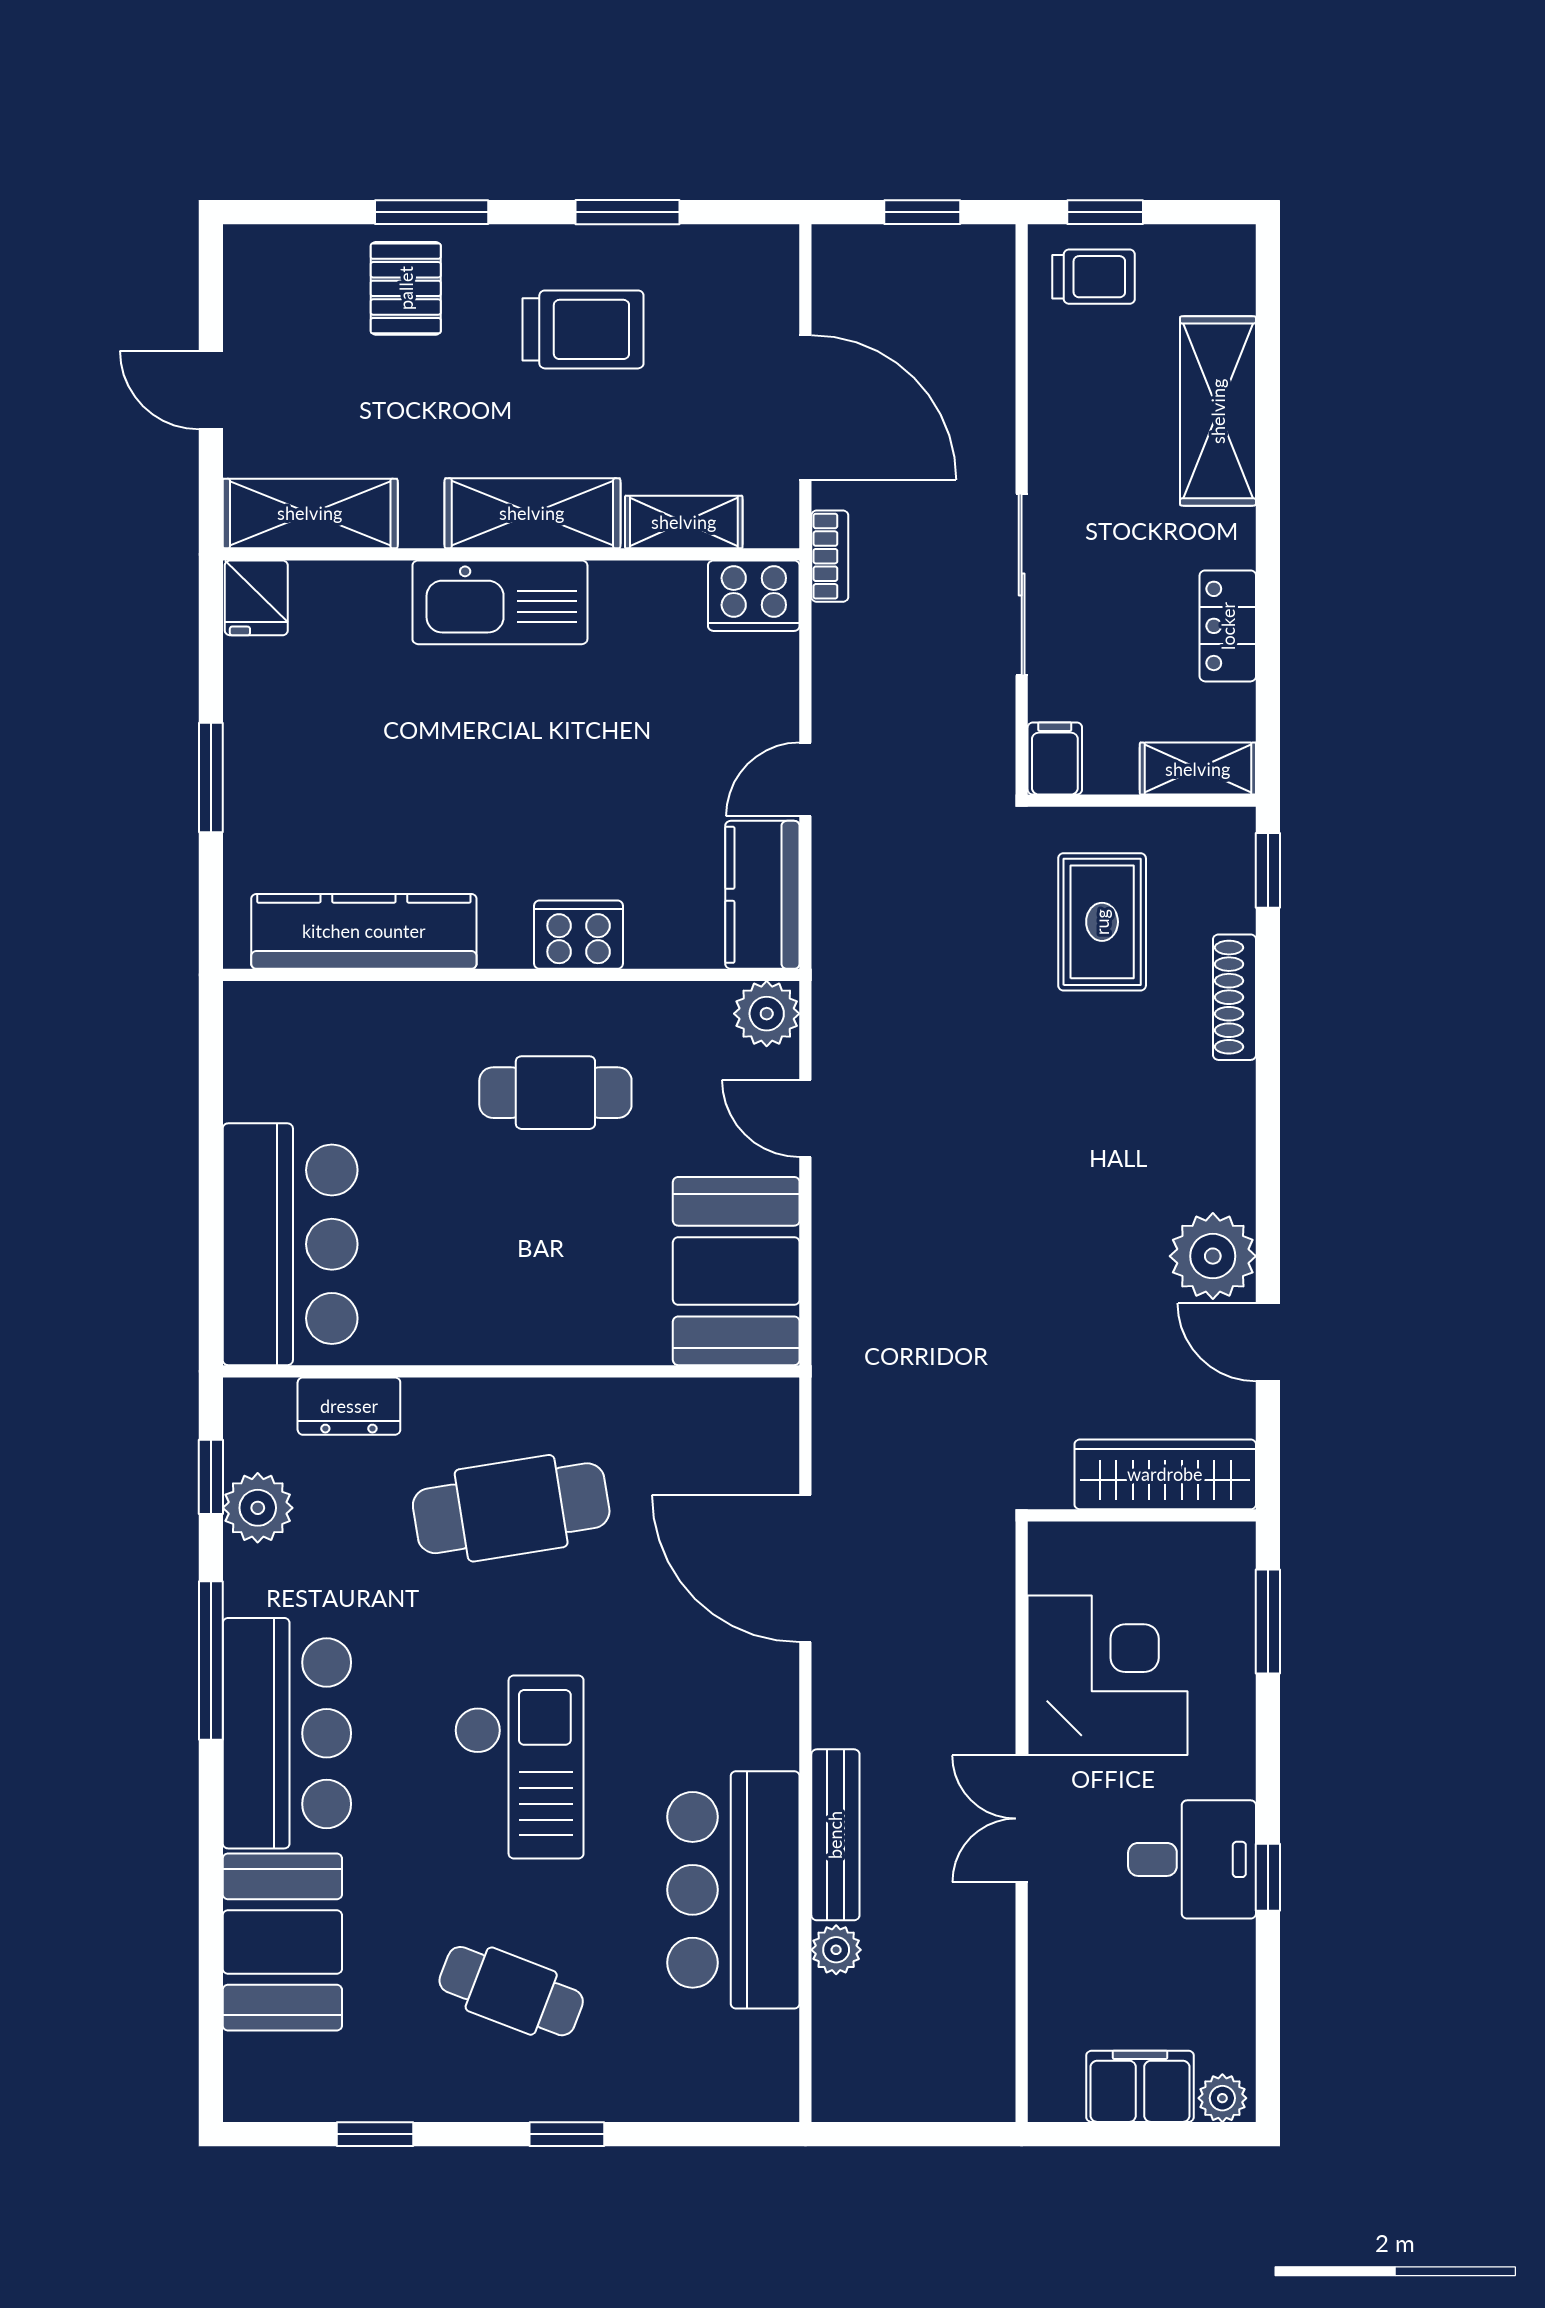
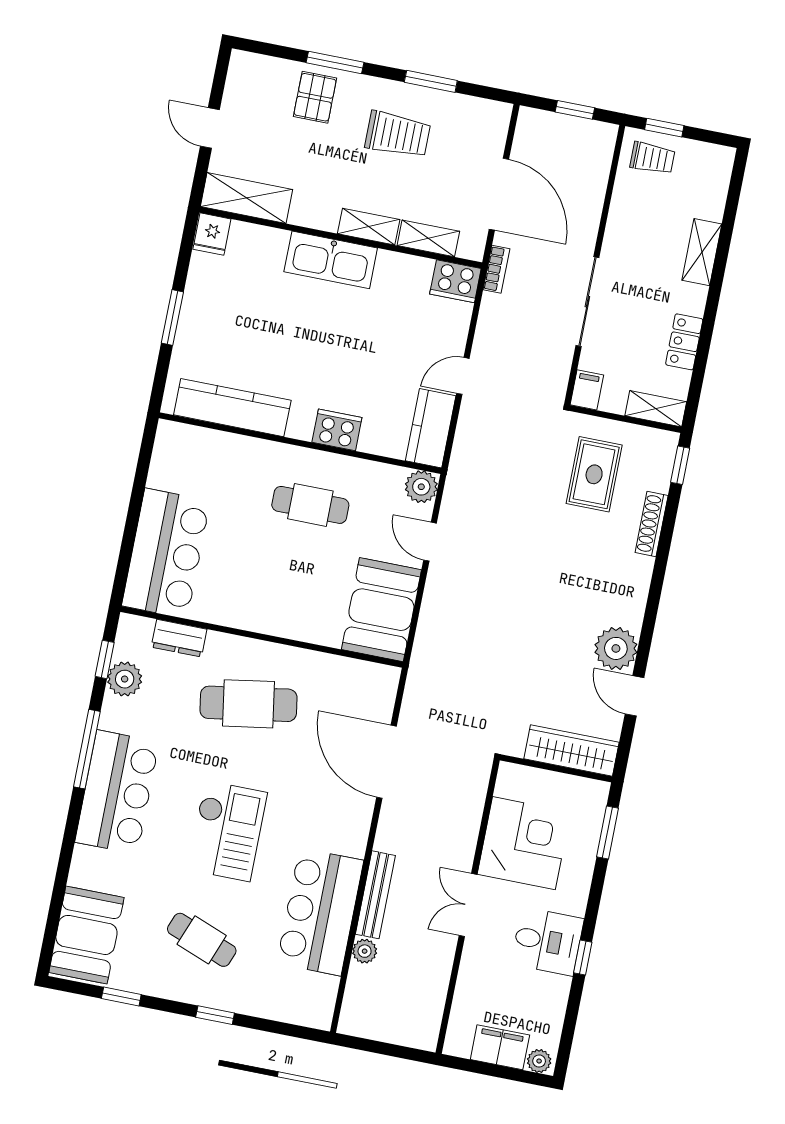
shelving: (1218, 411) -> (702, 252), width x0.67, depth x0.75
shelving: (532, 513) -> (369, 227), width x0.67, depth x0.75
booth: (282, 1942) -> (86, 935), moved

